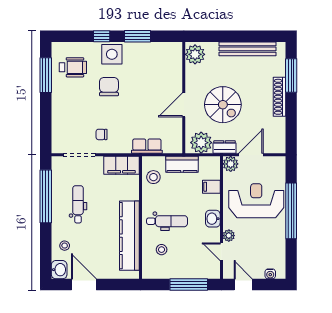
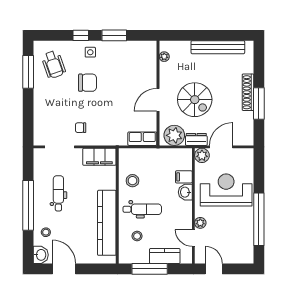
side table: (112, 54) -> (90, 52), width x0.54, depth x0.54
plant: (195, 54) -> (164, 57), width x0.53, depth x0.53
wheelchair: (73, 67) -> (53, 64), turned 71
window: (291, 75) -> (259, 103), moved
chair: (109, 87) -> (88, 83), turned 90
row of seats: (147, 146) -> (142, 139), moved
kitchen counter: (182, 164) -> (165, 256), moved, turned 180
stool: (153, 177) -> (133, 181), moved
window: (46, 196) -> (28, 205), moved
window: (291, 211) -> (259, 219), moved
washbasin: (213, 219) -> (185, 192), moved
water cooler: (270, 274) -> (239, 259), removed
window: (189, 284) -> (150, 269), moved

